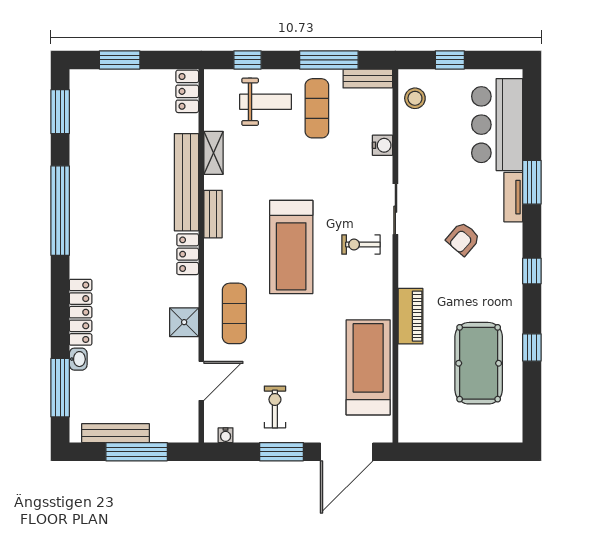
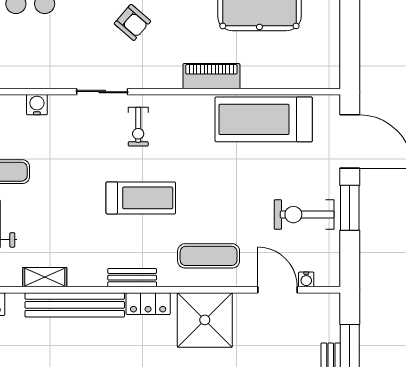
bench: (213, 214) -> (132, 278), moved
treadmill: (291, 247) -> (141, 198), width x0.73, depth x0.73
shower: (184, 322) -> (205, 320), width x1.86, depth x1.86
exercise bike: (275, 407) -> (304, 215), width x1.38, depth x1.39
water cooler: (226, 435) -> (306, 279), moved, turned 90

